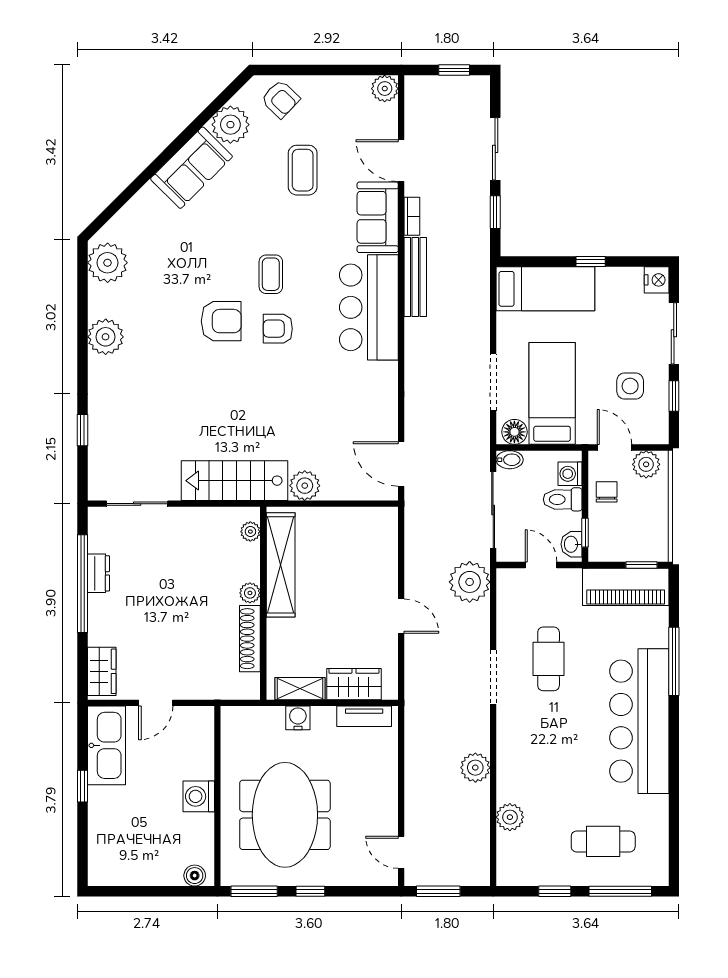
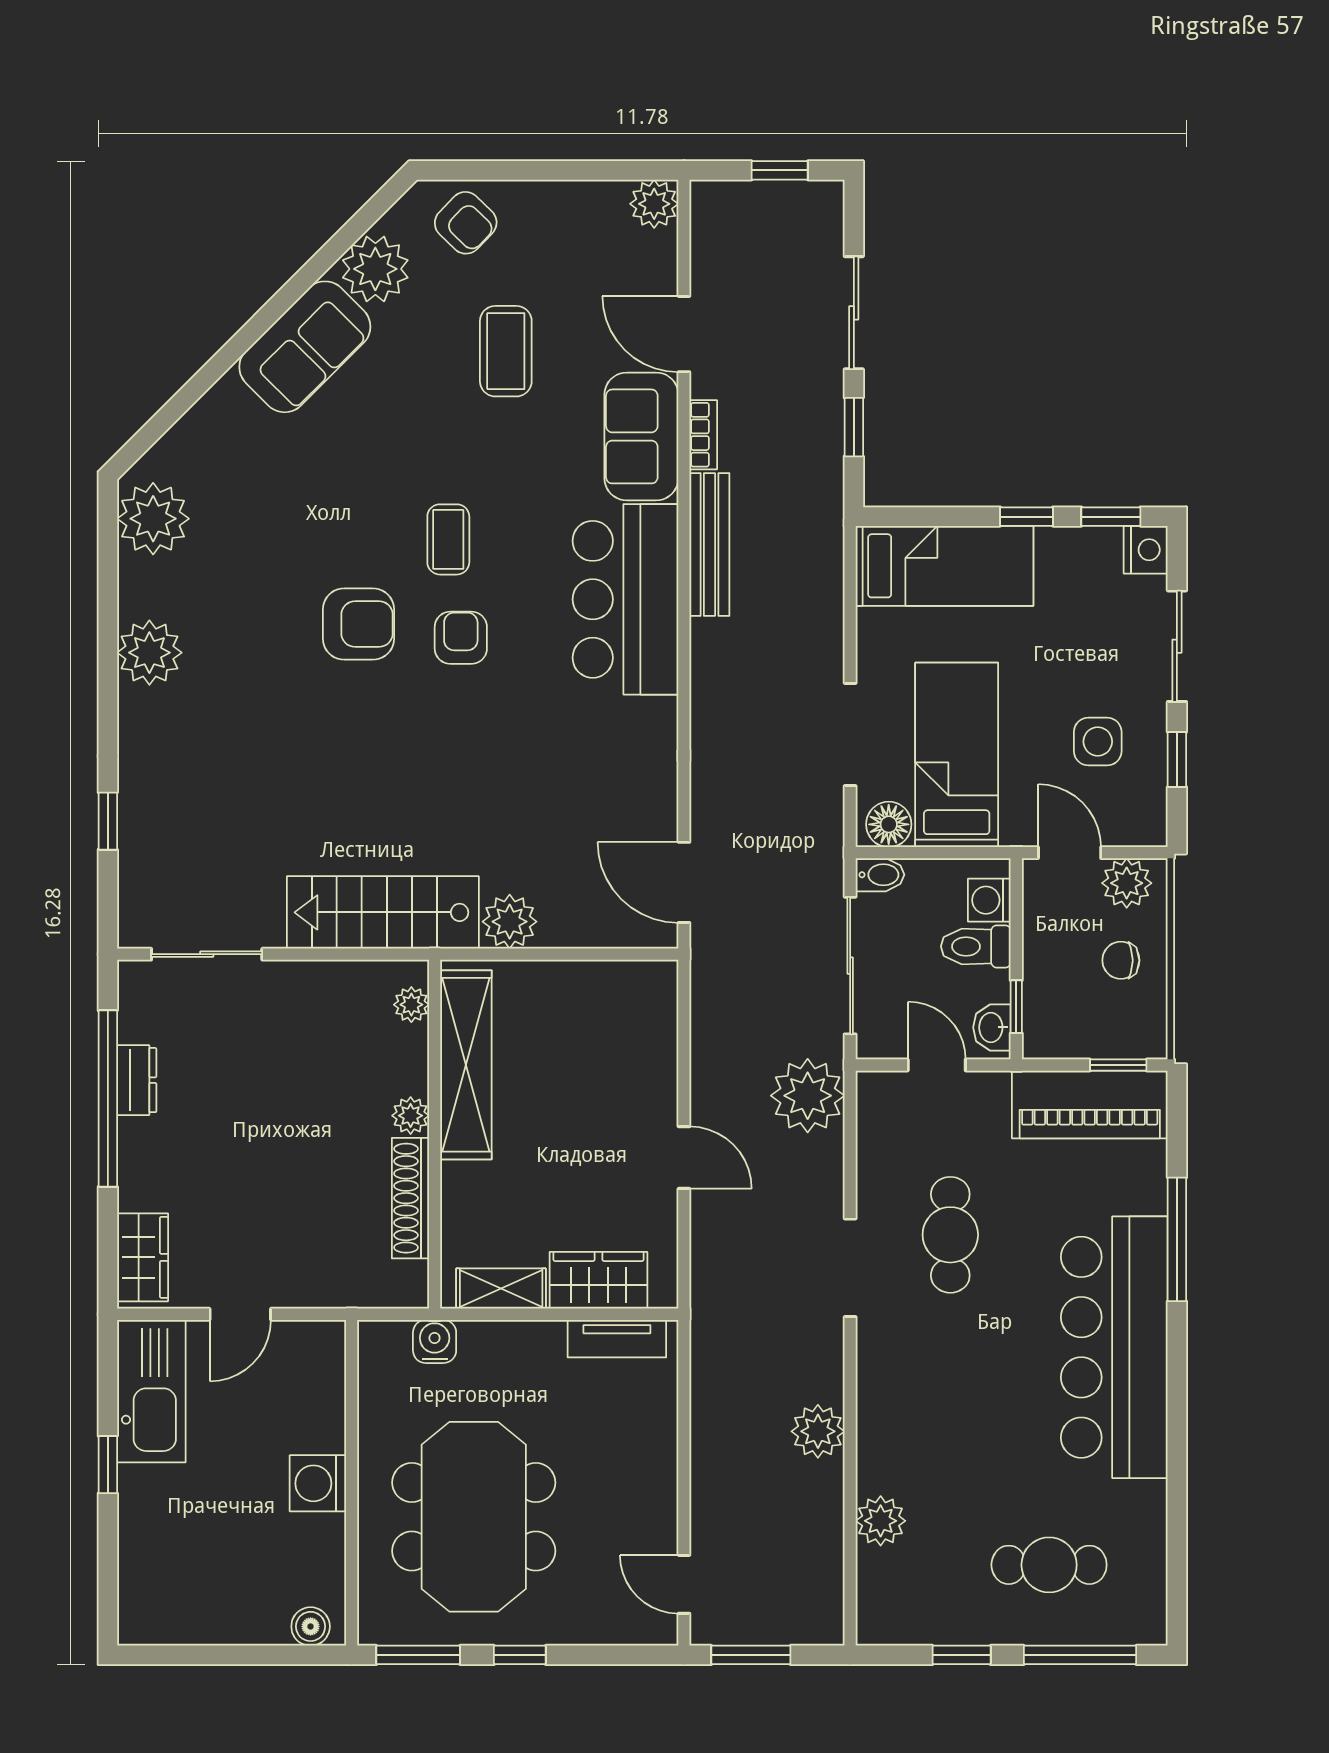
window: (637, 262) -> (1111, 517), added
armchair: (278, 329) -> (461, 638), turned 90
chair: (607, 492) -> (1121, 960), moved, turned -90
water cooler: (298, 718) -> (435, 1341), moved

